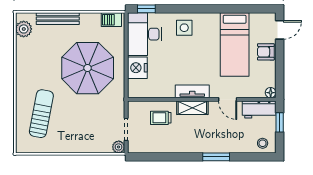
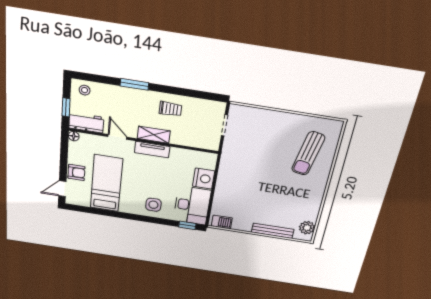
parasol: (88, 68) -> (253, 186), removed
trolley: (161, 118) -> (170, 109), moved
plant: (119, 147) -> (235, 110), removed

